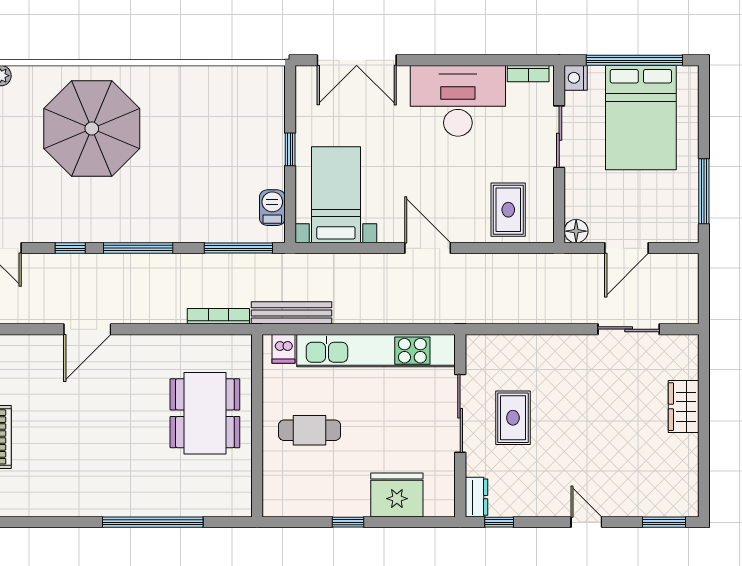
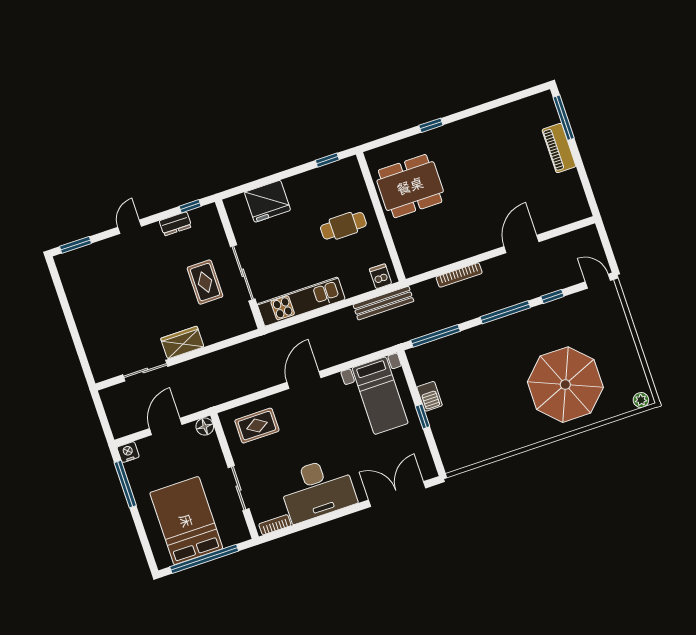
nightstand: (576, 78) -> (128, 452), moved, turned -90
barbecue: (272, 208) -> (430, 396), moved
rug: (508, 210) -> (257, 426), turned 90
door: (428, 248) -> (304, 380), swing flipped
bookcase: (218, 316) -> (459, 275), moved
kitchen unit: (376, 351) -> (301, 302), width x0.73
wardrobe: (684, 407) -> (182, 343), moved, turned -90
dining table: (205, 413) -> (410, 186), moved, turned 90
dresser: (476, 497) -> (175, 224), moved, turned -90
window: (153, 522) -> (431, 125), width x0.32
window: (348, 522) -> (327, 160), moved
door: (586, 522) -> (130, 227), swing flipped

